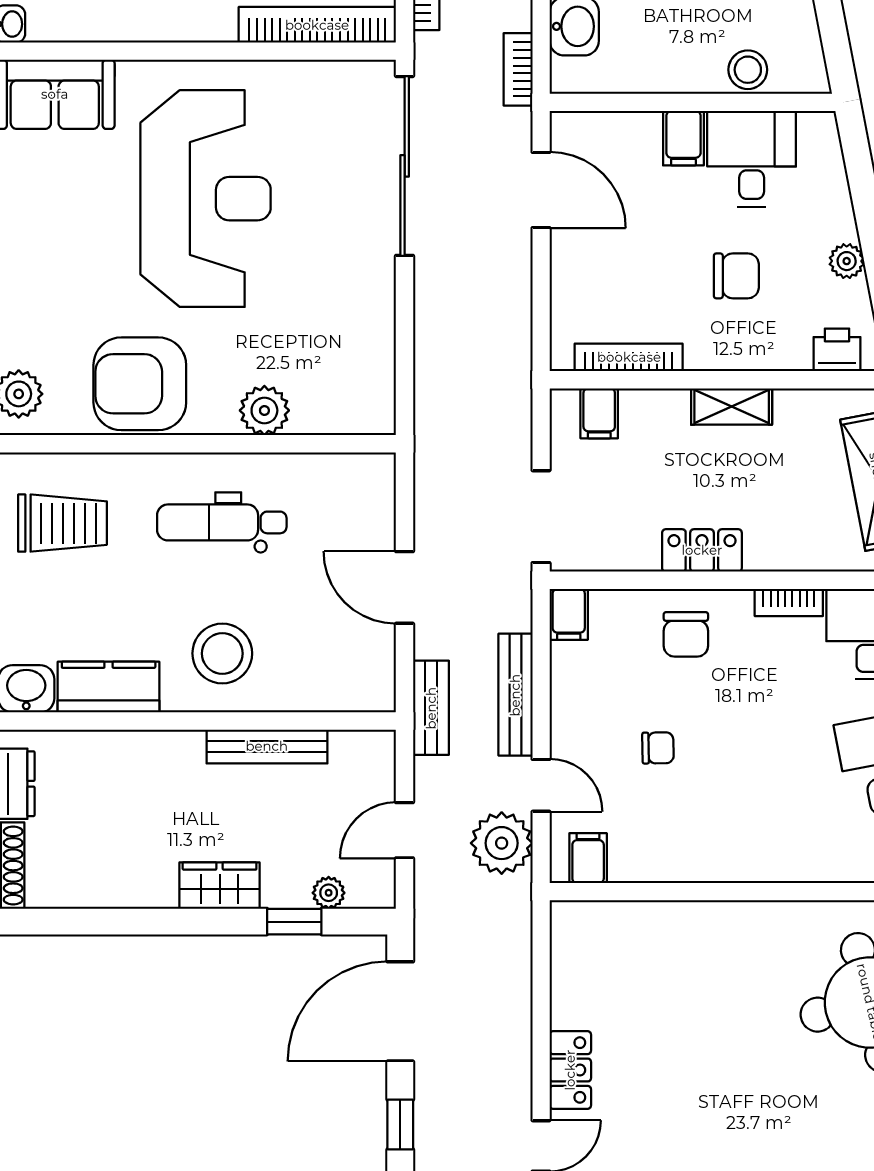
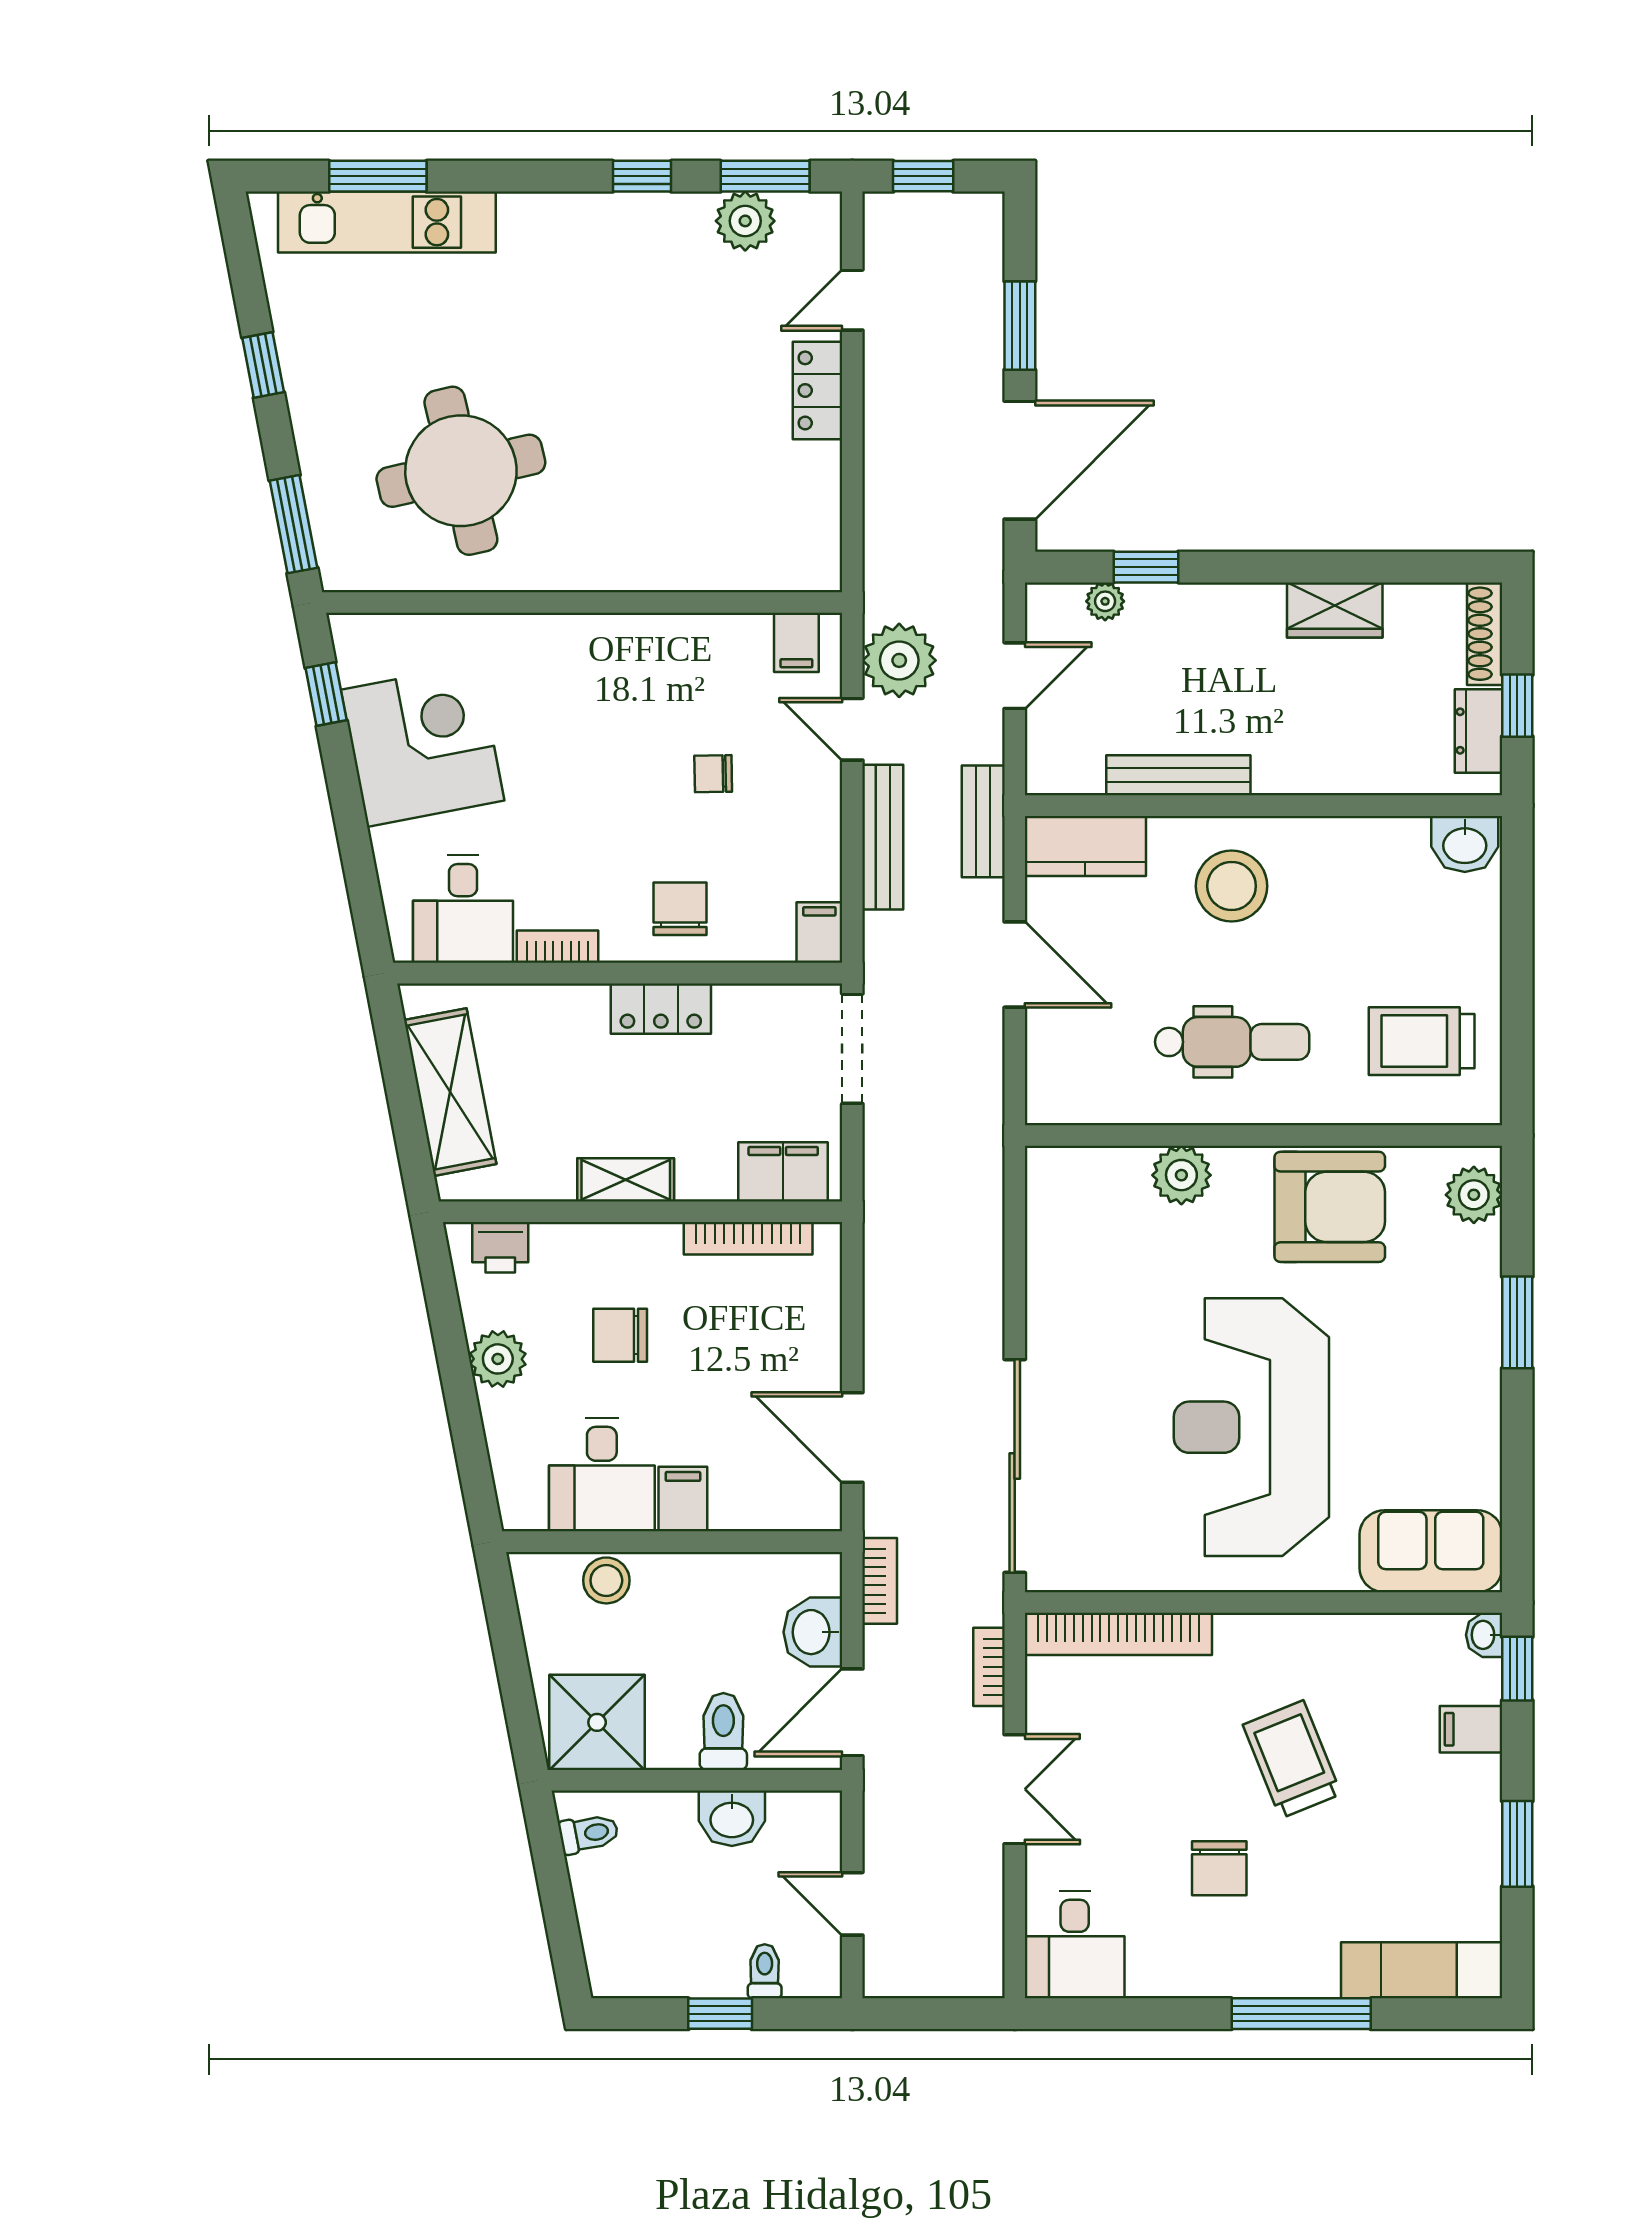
plant: (847, 261) -> (498, 1359), width x1.38, depth x1.38
filing cabinet: (599, 413) -> (783, 1172), width x2.00
kitchen counter: (109, 687) -> (1085, 846), moved
wardrobe: (220, 886) -> (1335, 610), moved
window: (400, 1125) -> (1020, 326), width x1.50

